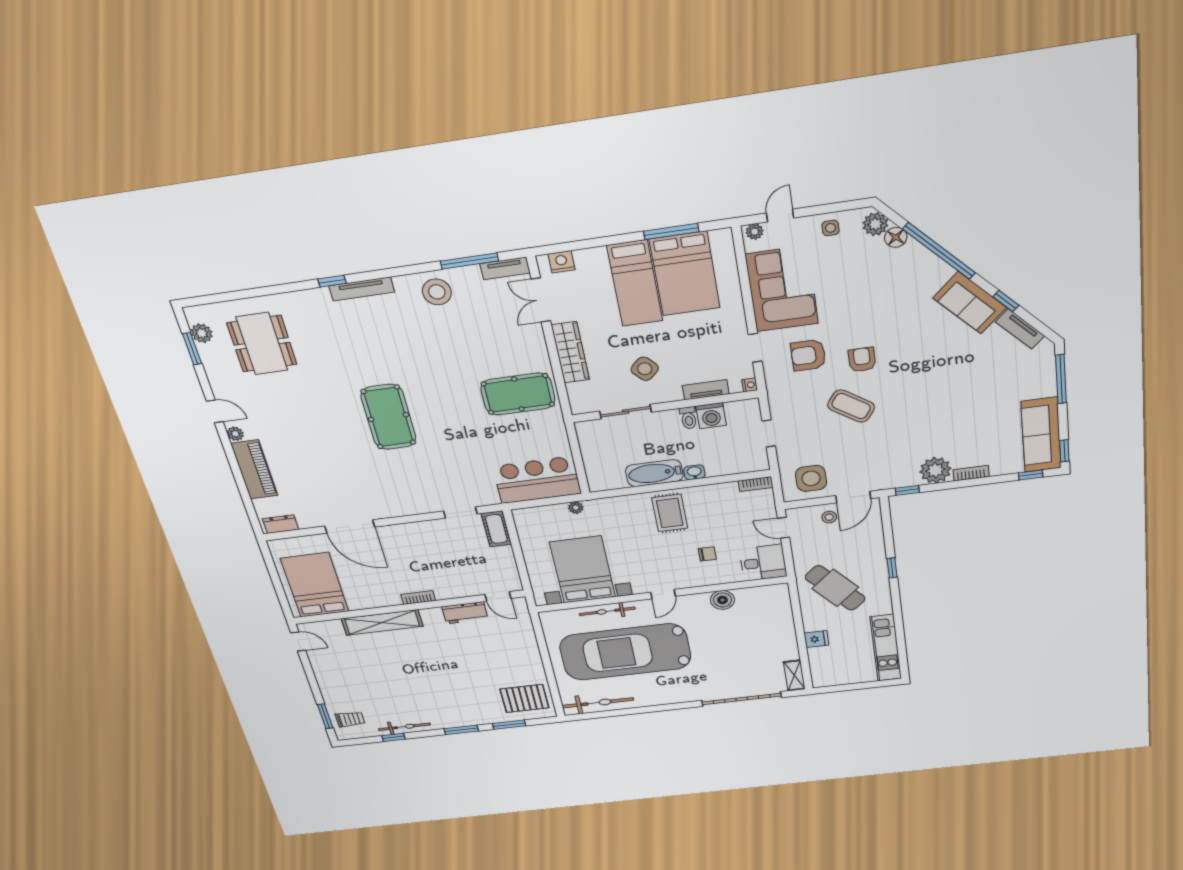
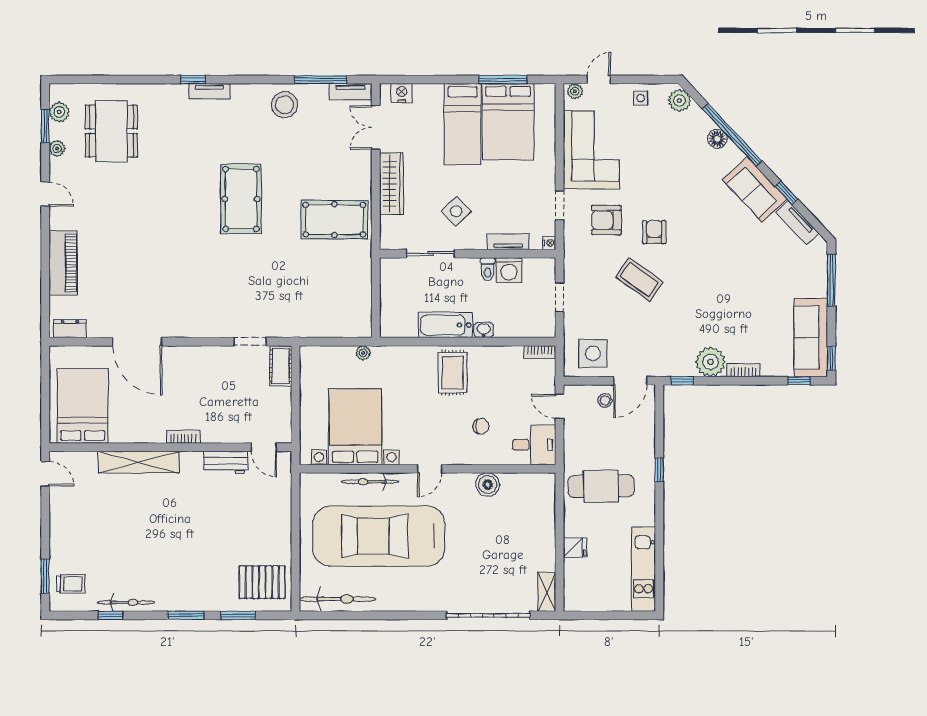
floor lamp: (896, 237) -> (717, 139), moved
tv unit: (362, 289) -> (209, 91), width x0.71
pool table: (388, 417) -> (241, 199), moved
plant: (235, 434) -> (57, 148), moved
bar counter: (537, 480) -> (332, 316), removed
cafe table: (835, 588) -> (601, 486), turned -50

